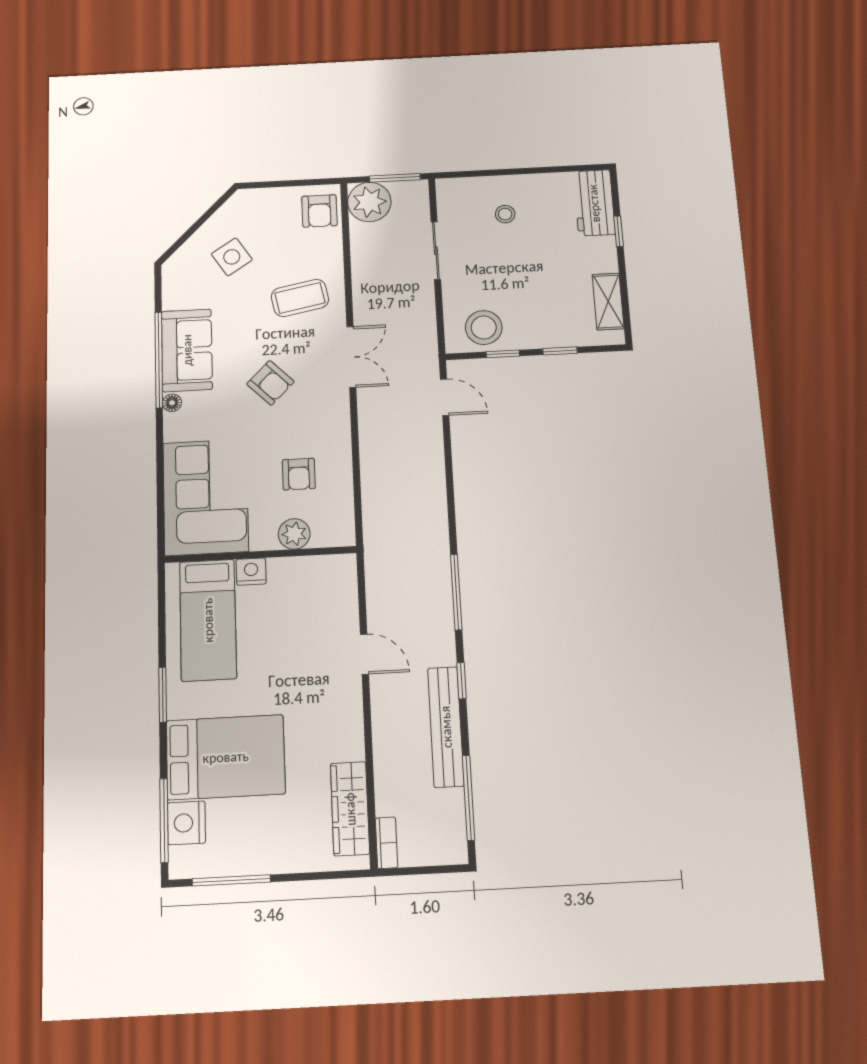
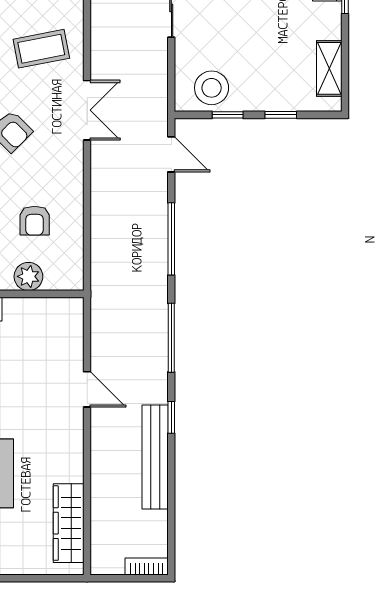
window: (468, 798) -> (171, 239), moved
bookcase: (387, 843) -> (147, 566), moved, turned -90

